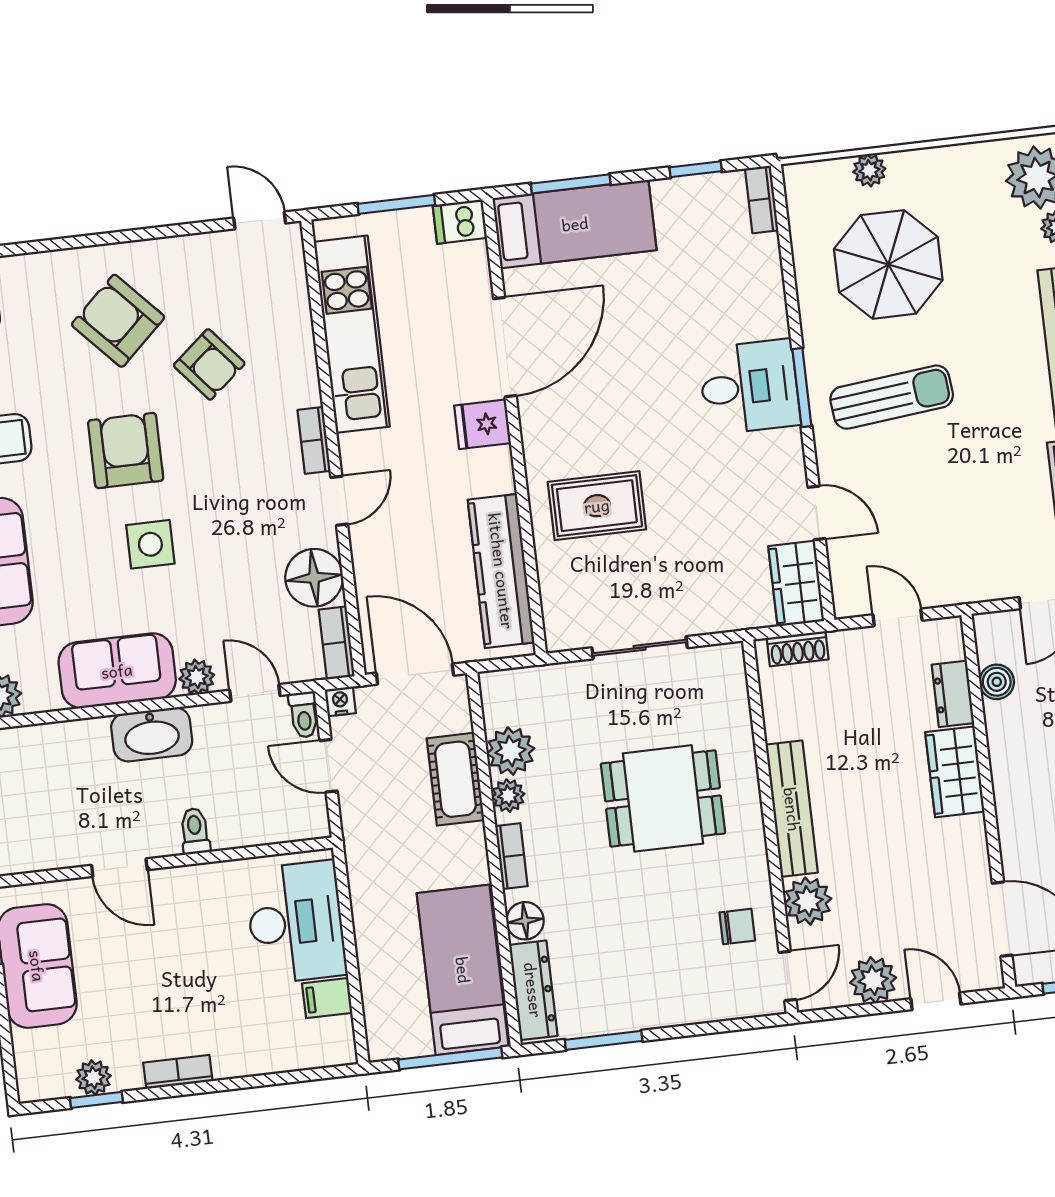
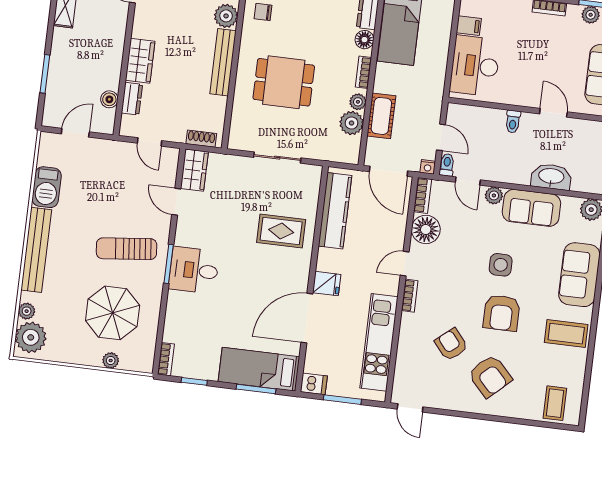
washbasin: (152, 734) -> (551, 177), moved

